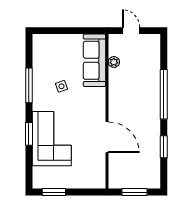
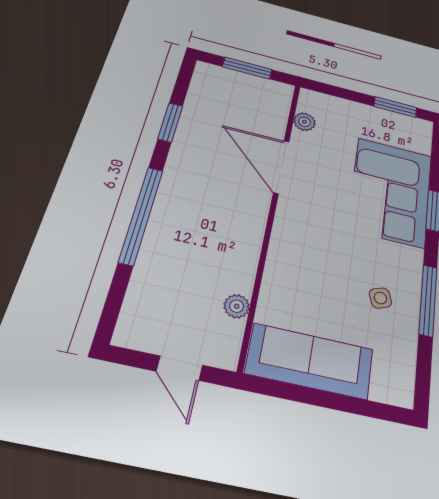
sofa: (94, 60) -> (310, 361), moved, turned -90
side table: (61, 86) -> (380, 298), moved
plant: (100, 167) -> (304, 122), added

